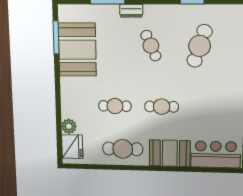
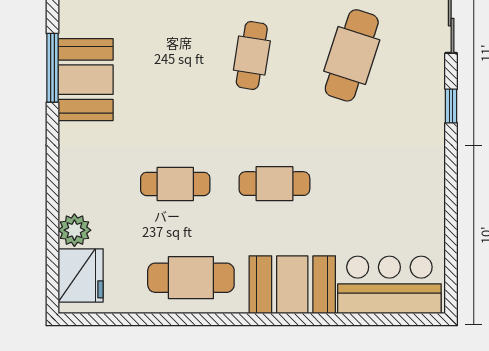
window: (56, 37) -> (52, 68), moved
cafe table: (151, 46) -> (252, 55), turned 33
booth: (77, 50) -> (86, 80), width x0.73, depth x0.70

